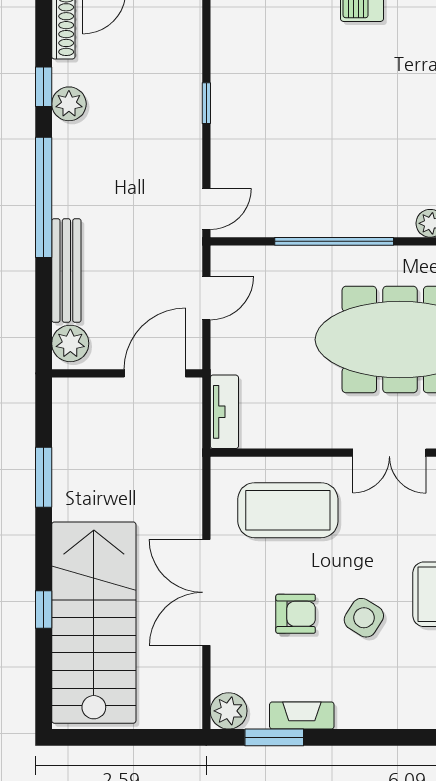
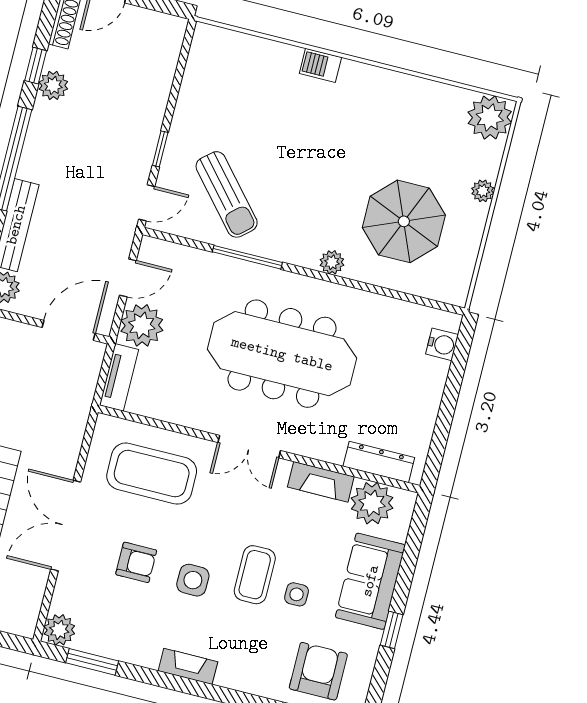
window: (206, 103) -> (160, 149), moved
sun lounger: (293, 177) -> (227, 194), added
window: (334, 241) -> (247, 257), width x0.68
plant: (235, 347) -> (142, 325), added
side table: (364, 618) -> (193, 580), turned -32
fireplace: (302, 716) -> (188, 666), moved

